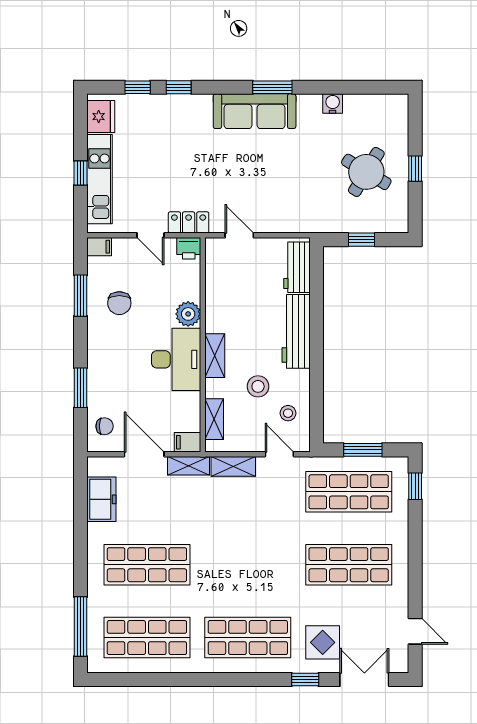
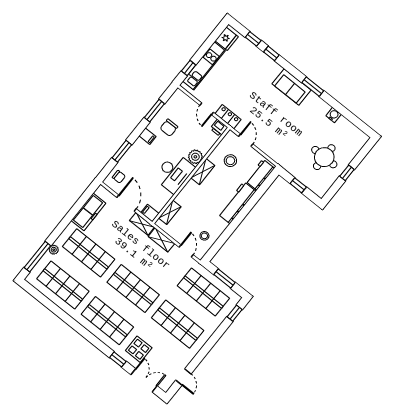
sofa: (255, 111) -> (292, 87), width x0.73
round table: (366, 172) -> (324, 157), turned -31
window: (80, 173) -> (189, 68), moved
filing cabinet: (99, 247) -> (147, 136), moved
shelving: (215, 356) -> (203, 172), moved
stool: (258, 386) -> (230, 161), moved
freezer: (101, 499) -> (88, 212), width x1.40
shop shelf: (248, 565) -> (133, 288), added
plant: (95, 599) -> (54, 250), added

